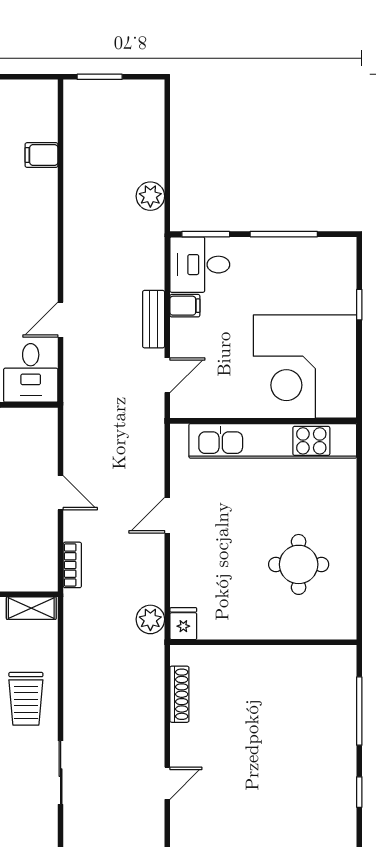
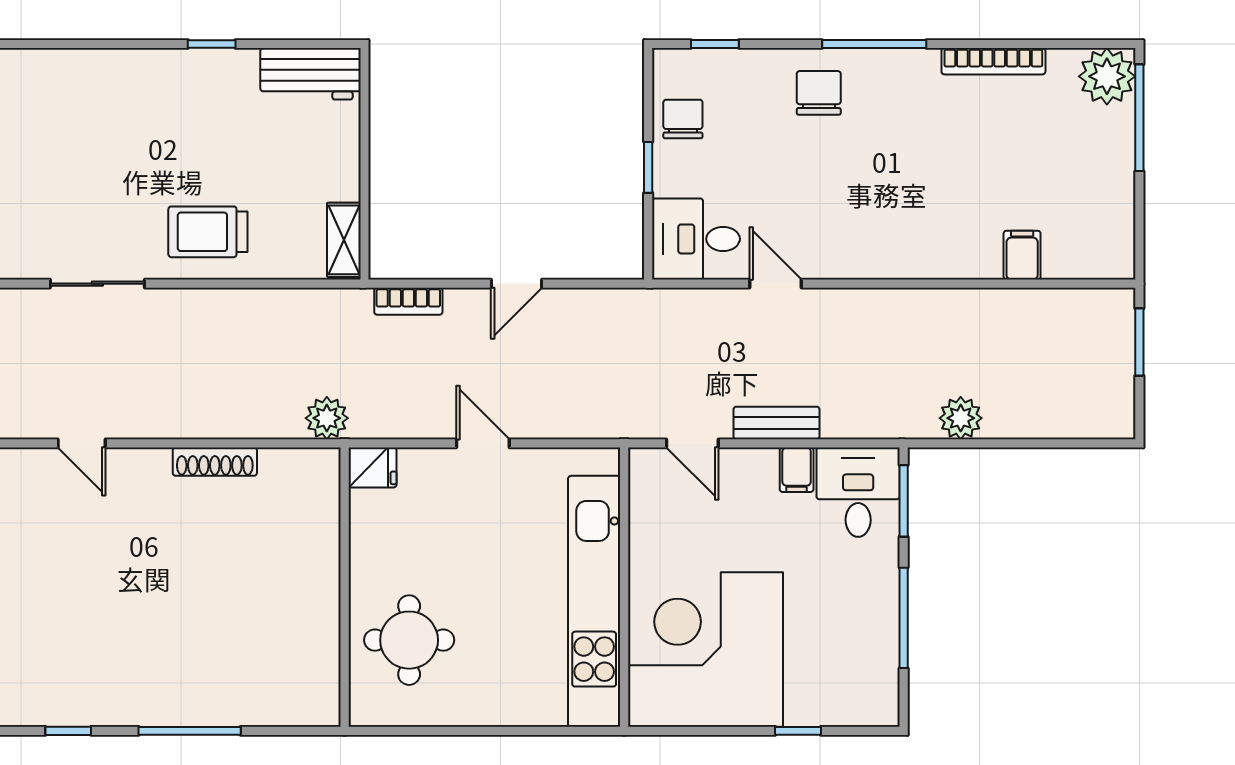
fridge: (183, 624) -> (372, 467), moved
wall: (263, 642) -> (345, 587), moved

